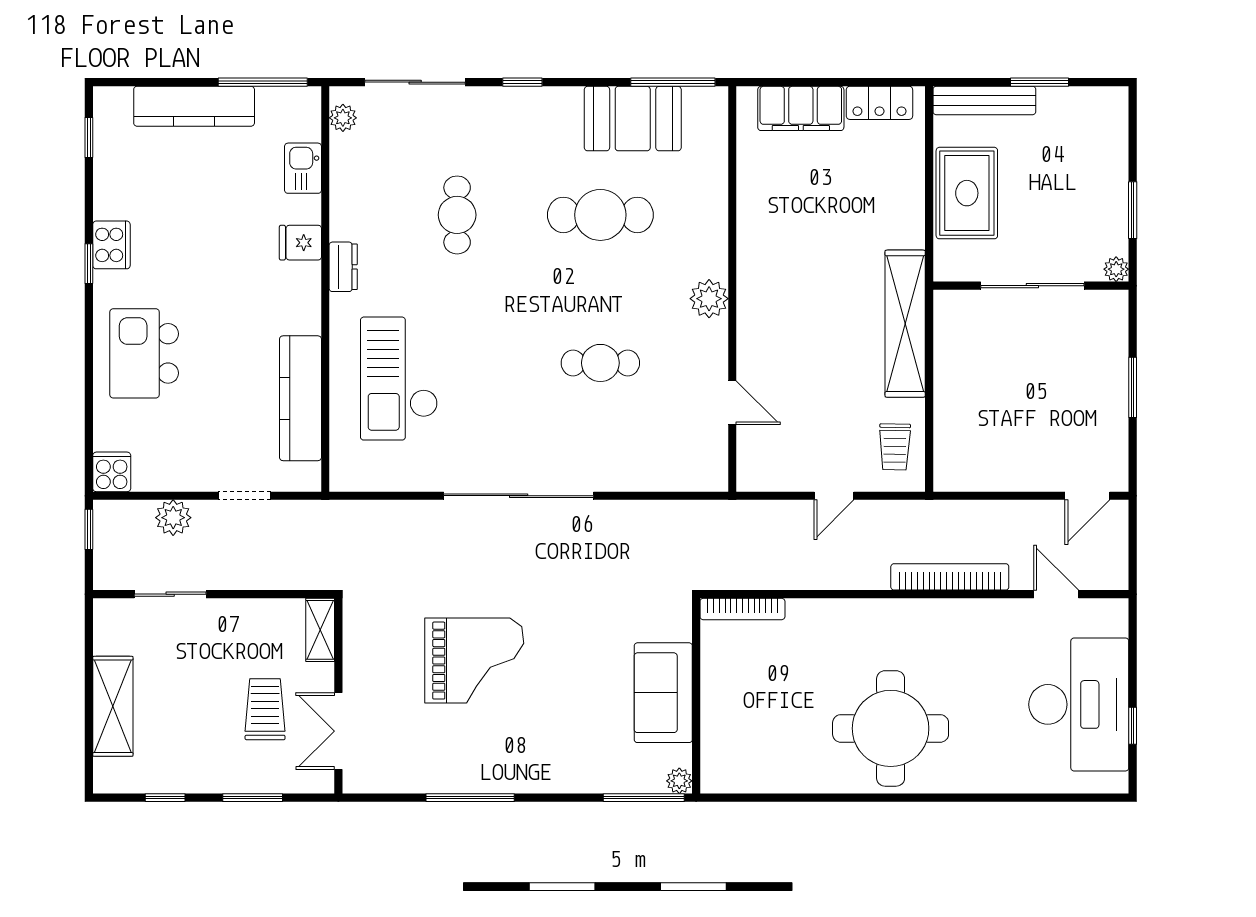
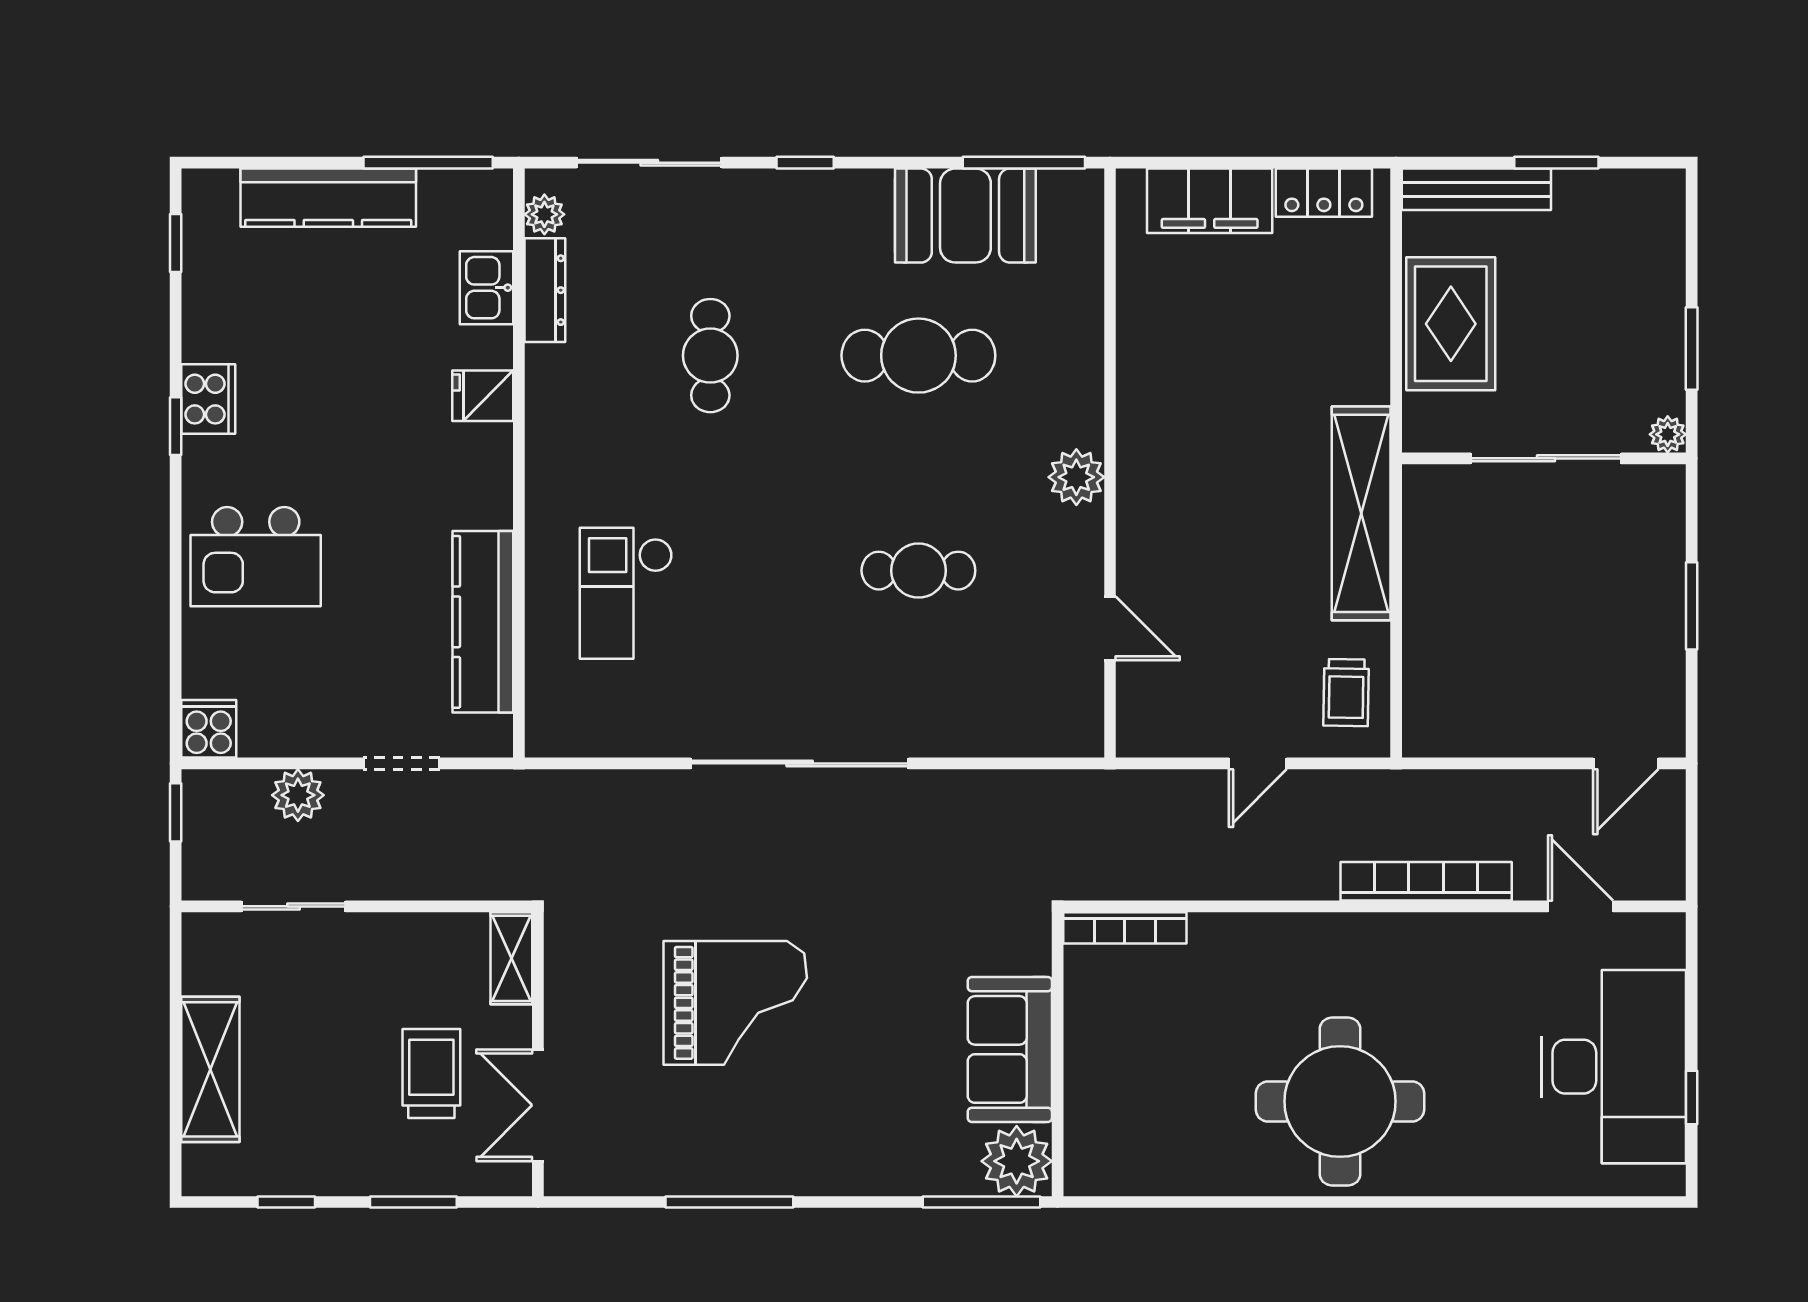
dresser: (343, 267) -> (545, 290), moved, width x1.44
kitchen island: (144, 353) -> (256, 557), turned -90
checkout: (399, 379) -> (626, 593), width x0.73, depth x0.83
plant: (679, 781) -> (1017, 1161), width x1.88, depth x1.88

